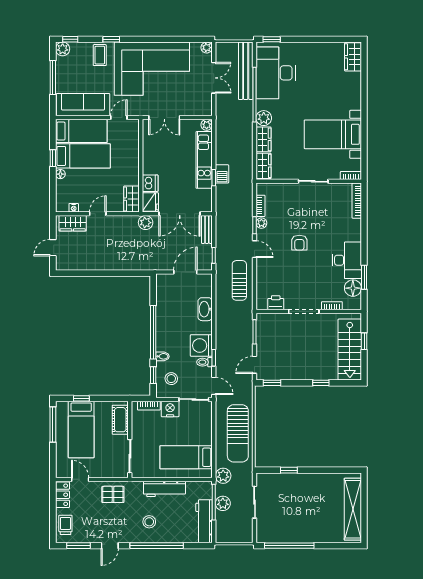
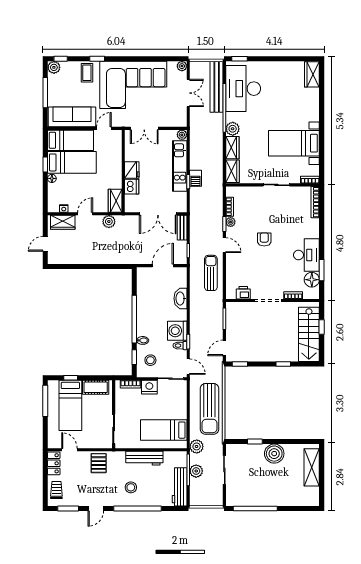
fridge: (150, 202) -> (132, 170), moved
plant: (146, 223) -> (109, 222), moved
armchair: (299, 243) -> (264, 239), turned 180
cot: (120, 420) -> (96, 387), moved, turned 90
boiler: (311, 484) -> (274, 454), added
pallet: (113, 494) -> (99, 463), turned 90
shelving: (353, 509) -> (312, 467), width x0.68

